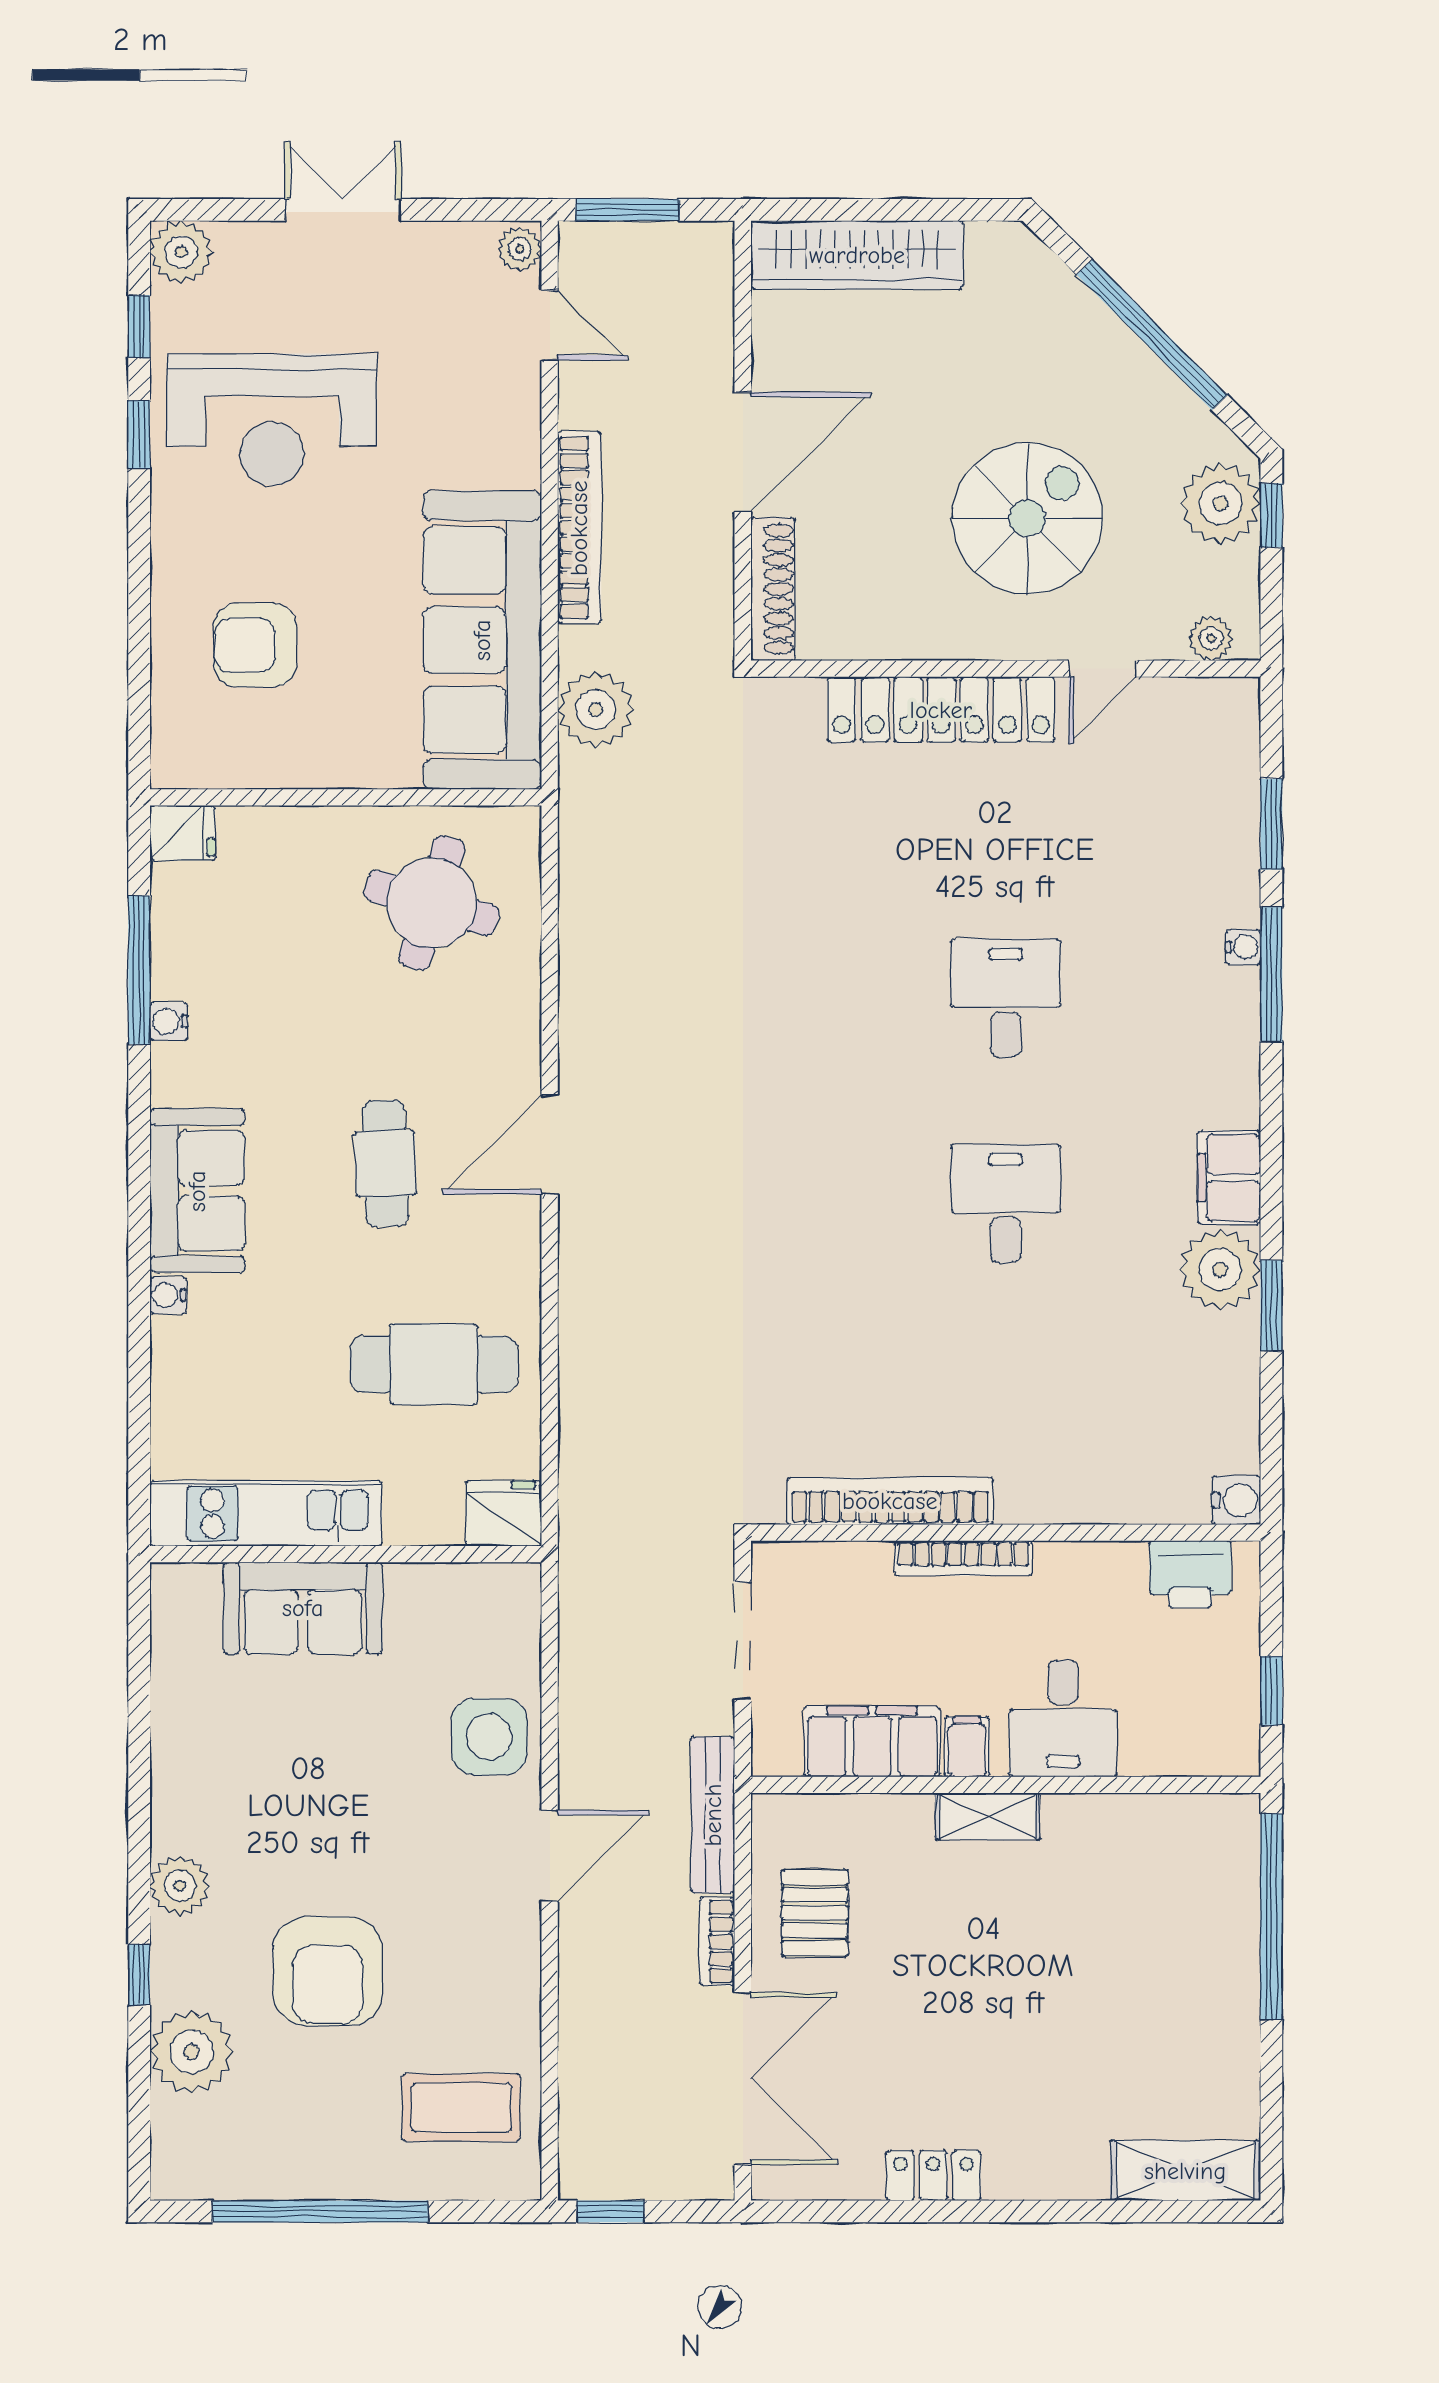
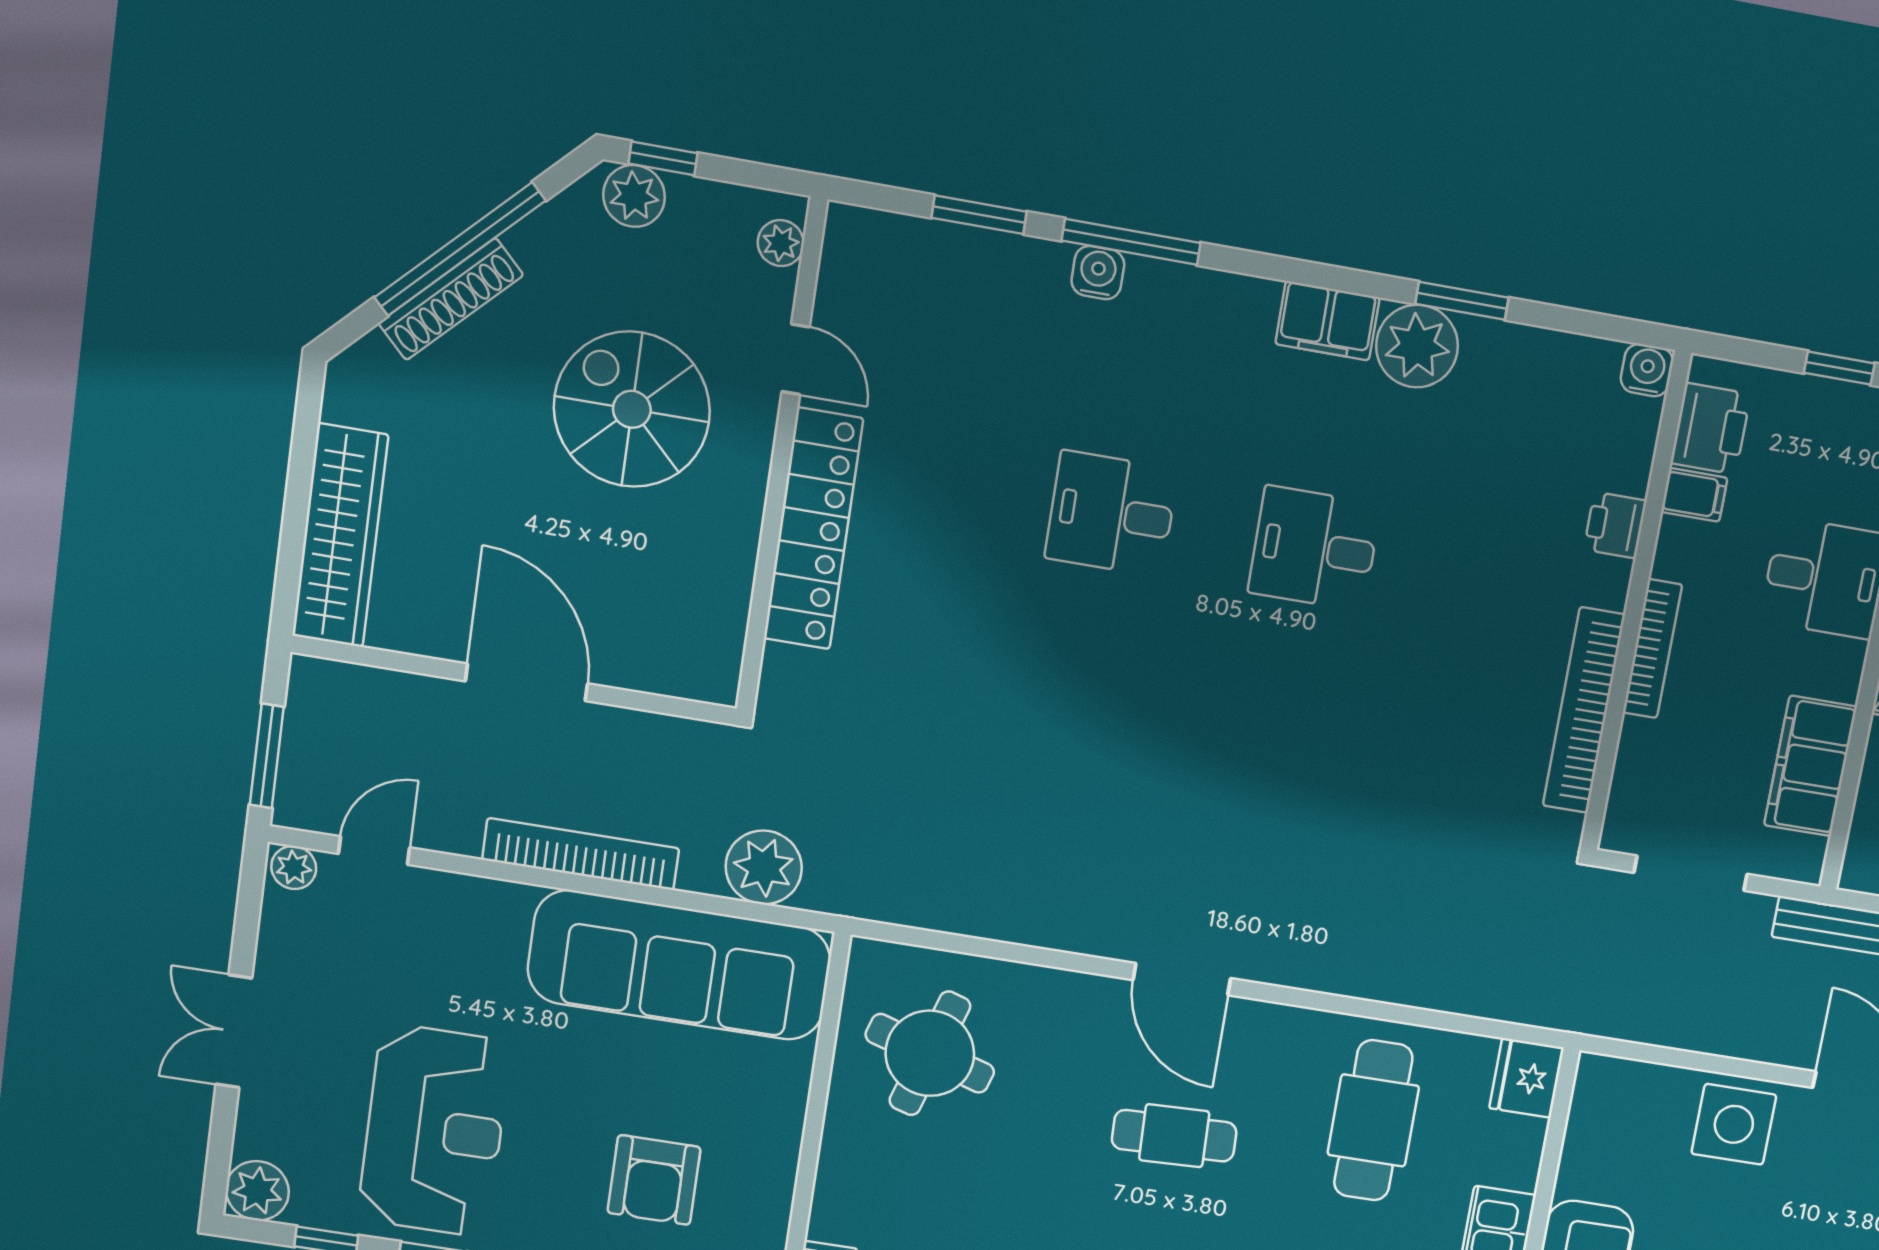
plant: (1220, 504) -> (634, 196), width x0.73, depth x0.73
shoe rack: (773, 589) -> (451, 299), moved, turned 135
water cooler: (1243, 947) -> (1098, 273), width x1.38, depth x1.38
printer: (1080, 1498) -> (1615, 525), added
filing cabinet: (967, 1747) -> (1694, 495), moved, turned 180

